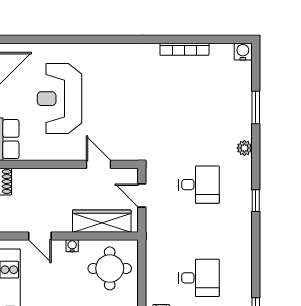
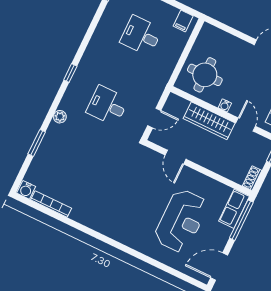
bookcase: (184, 49) -> (51, 204), moved
door: (142, 196) -> (154, 118), hinge flipped
wardrobe: (102, 221) -> (209, 121), moved

